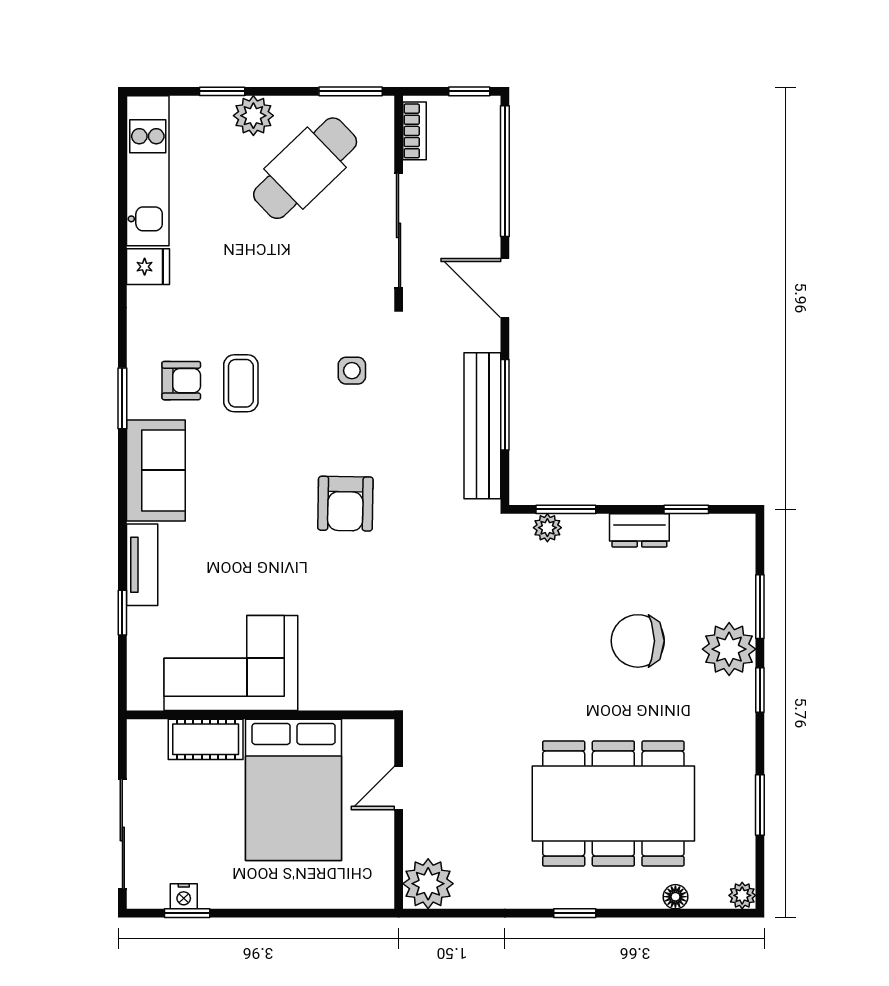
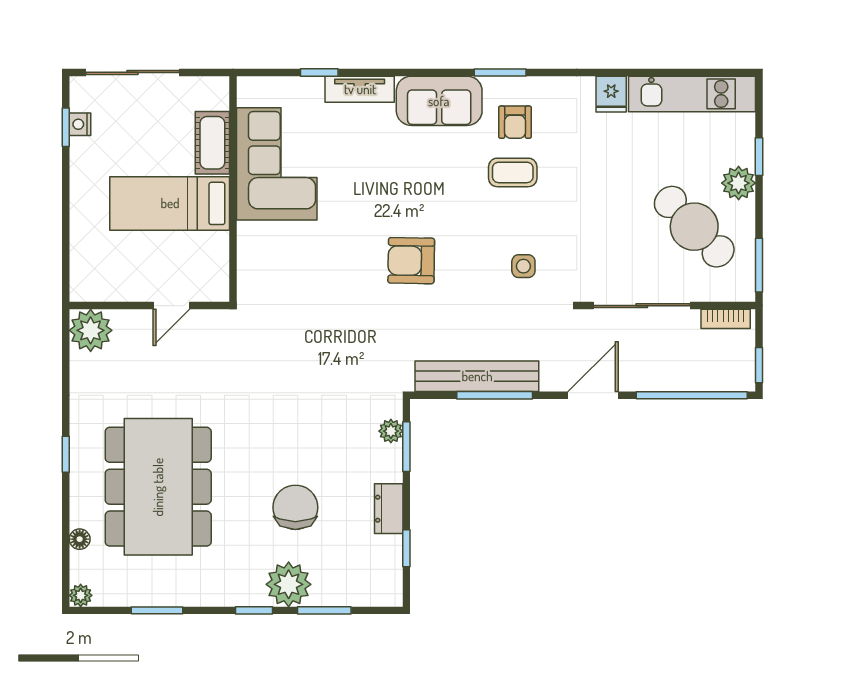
door: (399, 788) -> (171, 306), swing flipped
bed: (294, 790) -> (170, 203), width x0.67

